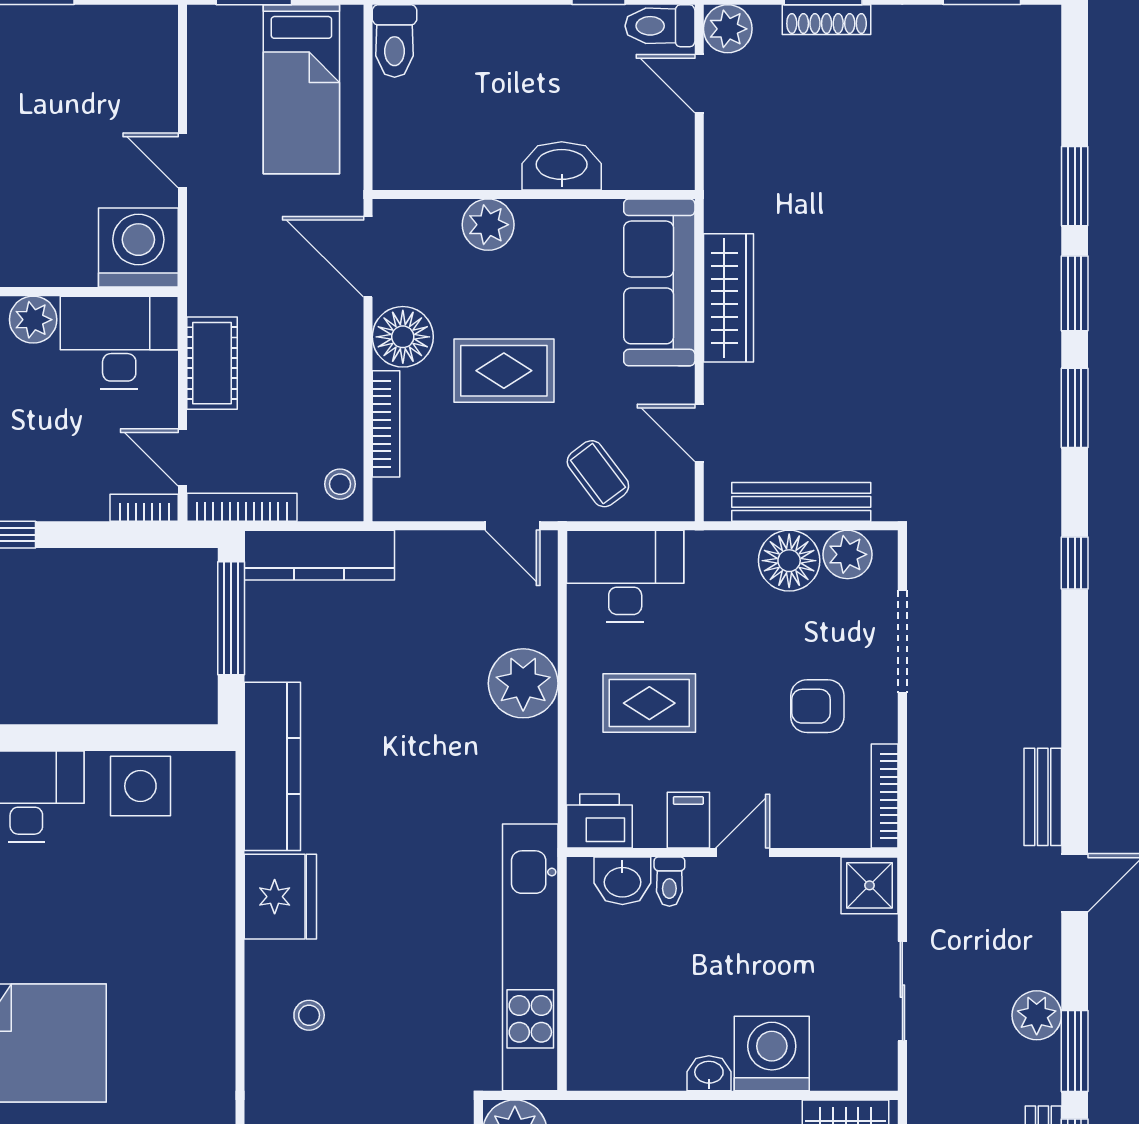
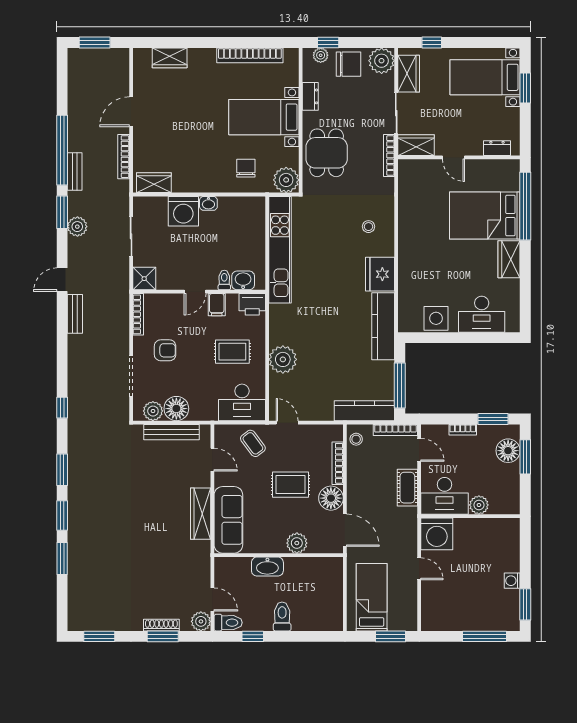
toilet: (395, 41) -> (282, 617), moved
bookcase: (144, 508) -> (463, 430), moved

